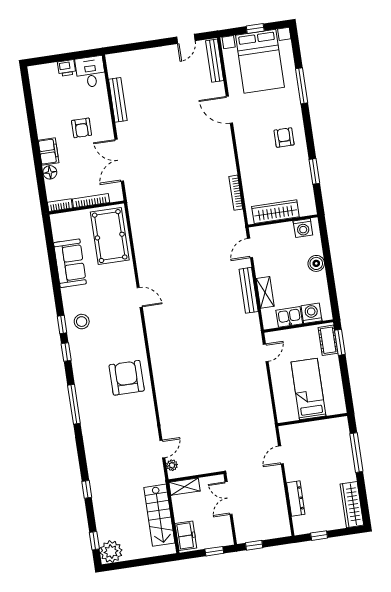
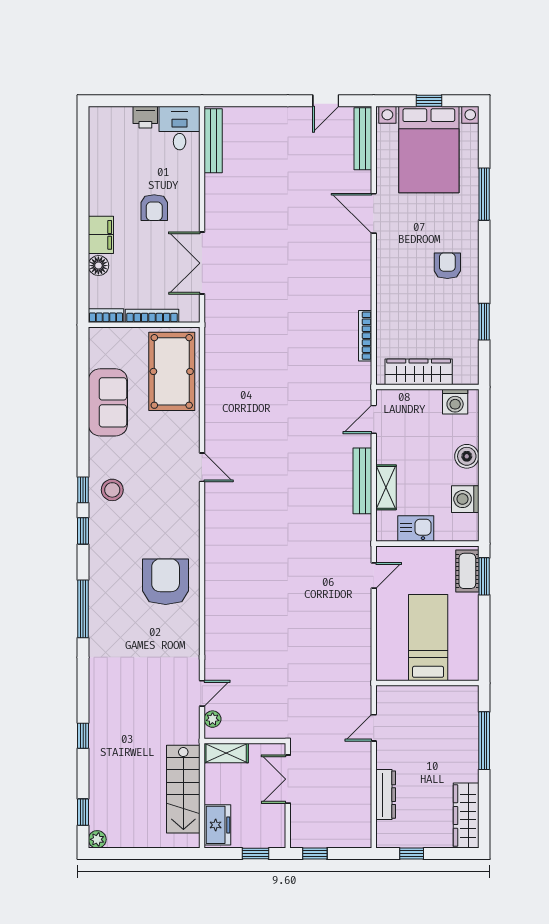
bench: (118, 100) -> (213, 141), moved
washing machine: (311, 313) -> (465, 499), moved, turned -90
plant: (111, 552) -> (97, 839), width x0.53, depth x0.53

